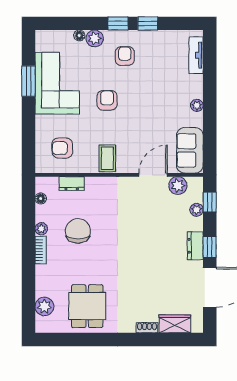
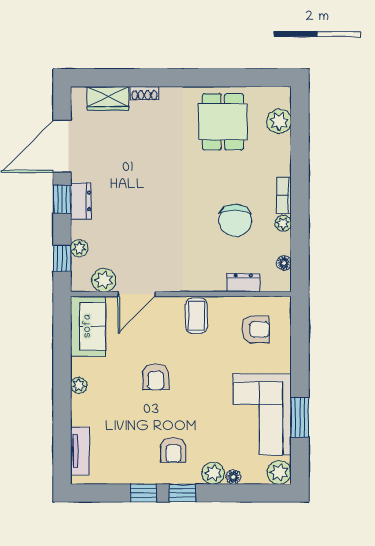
plant: (44, 39) -> (279, 472), added
armchair: (107, 100) -> (156, 377), moved

